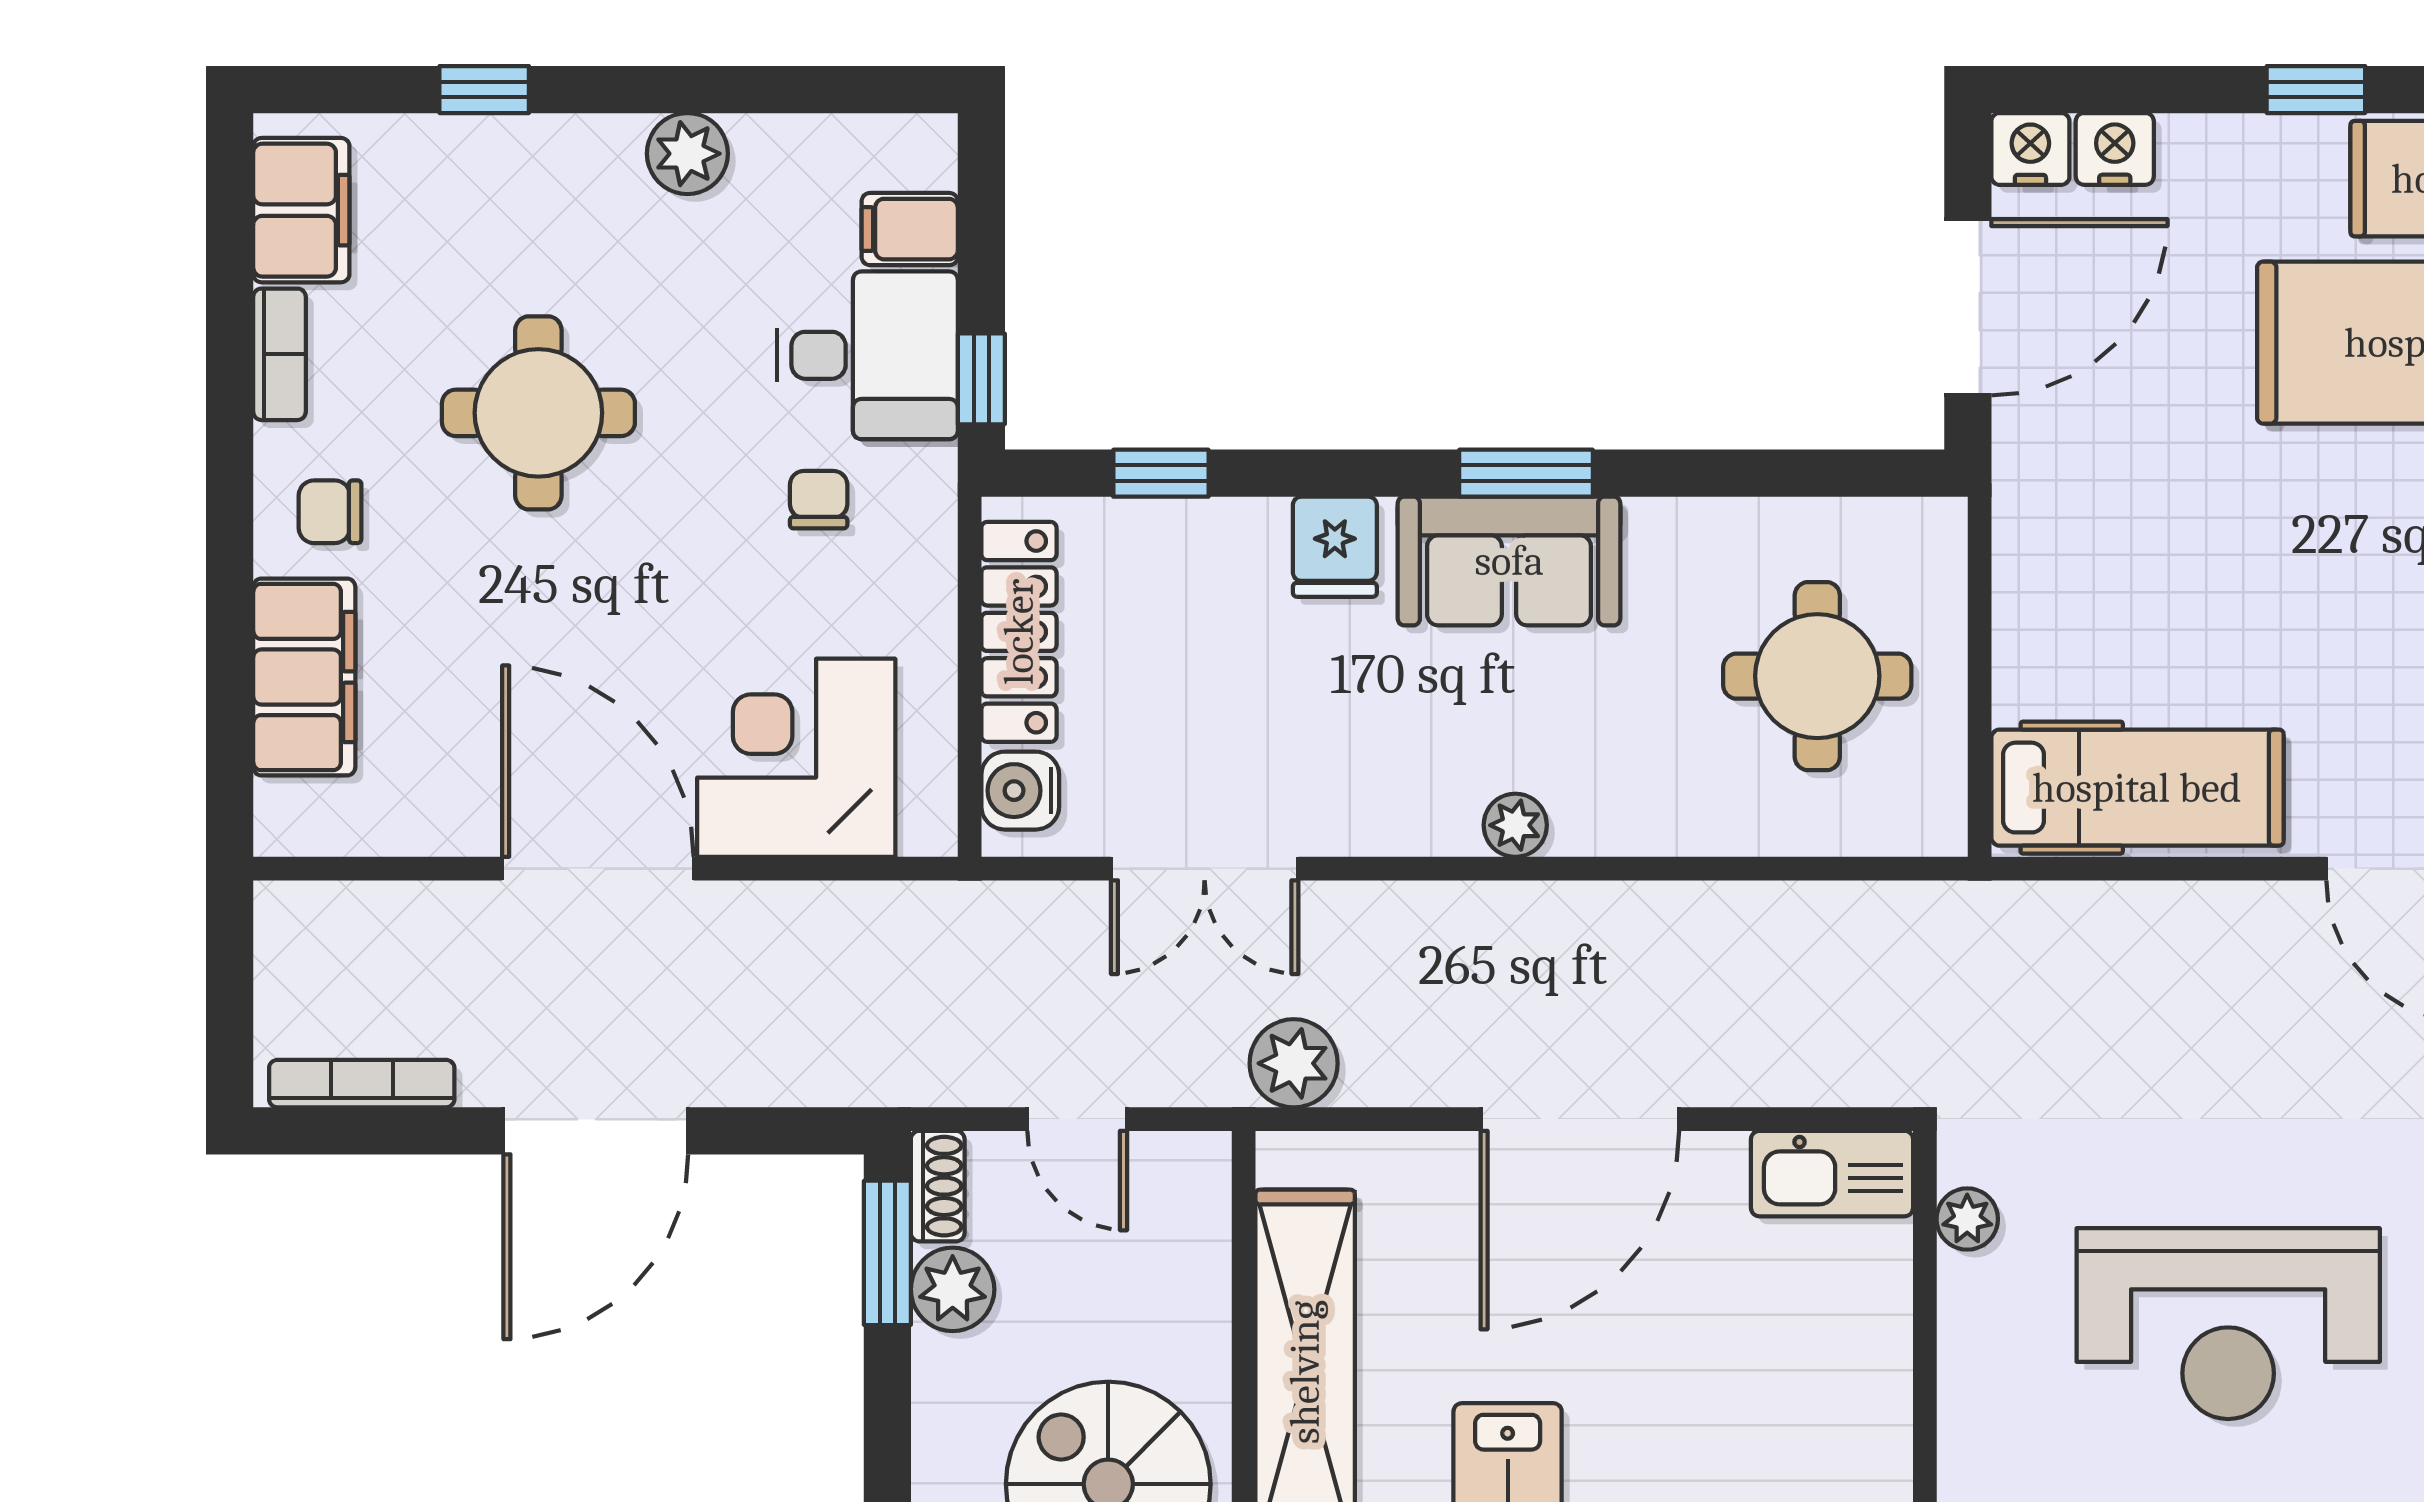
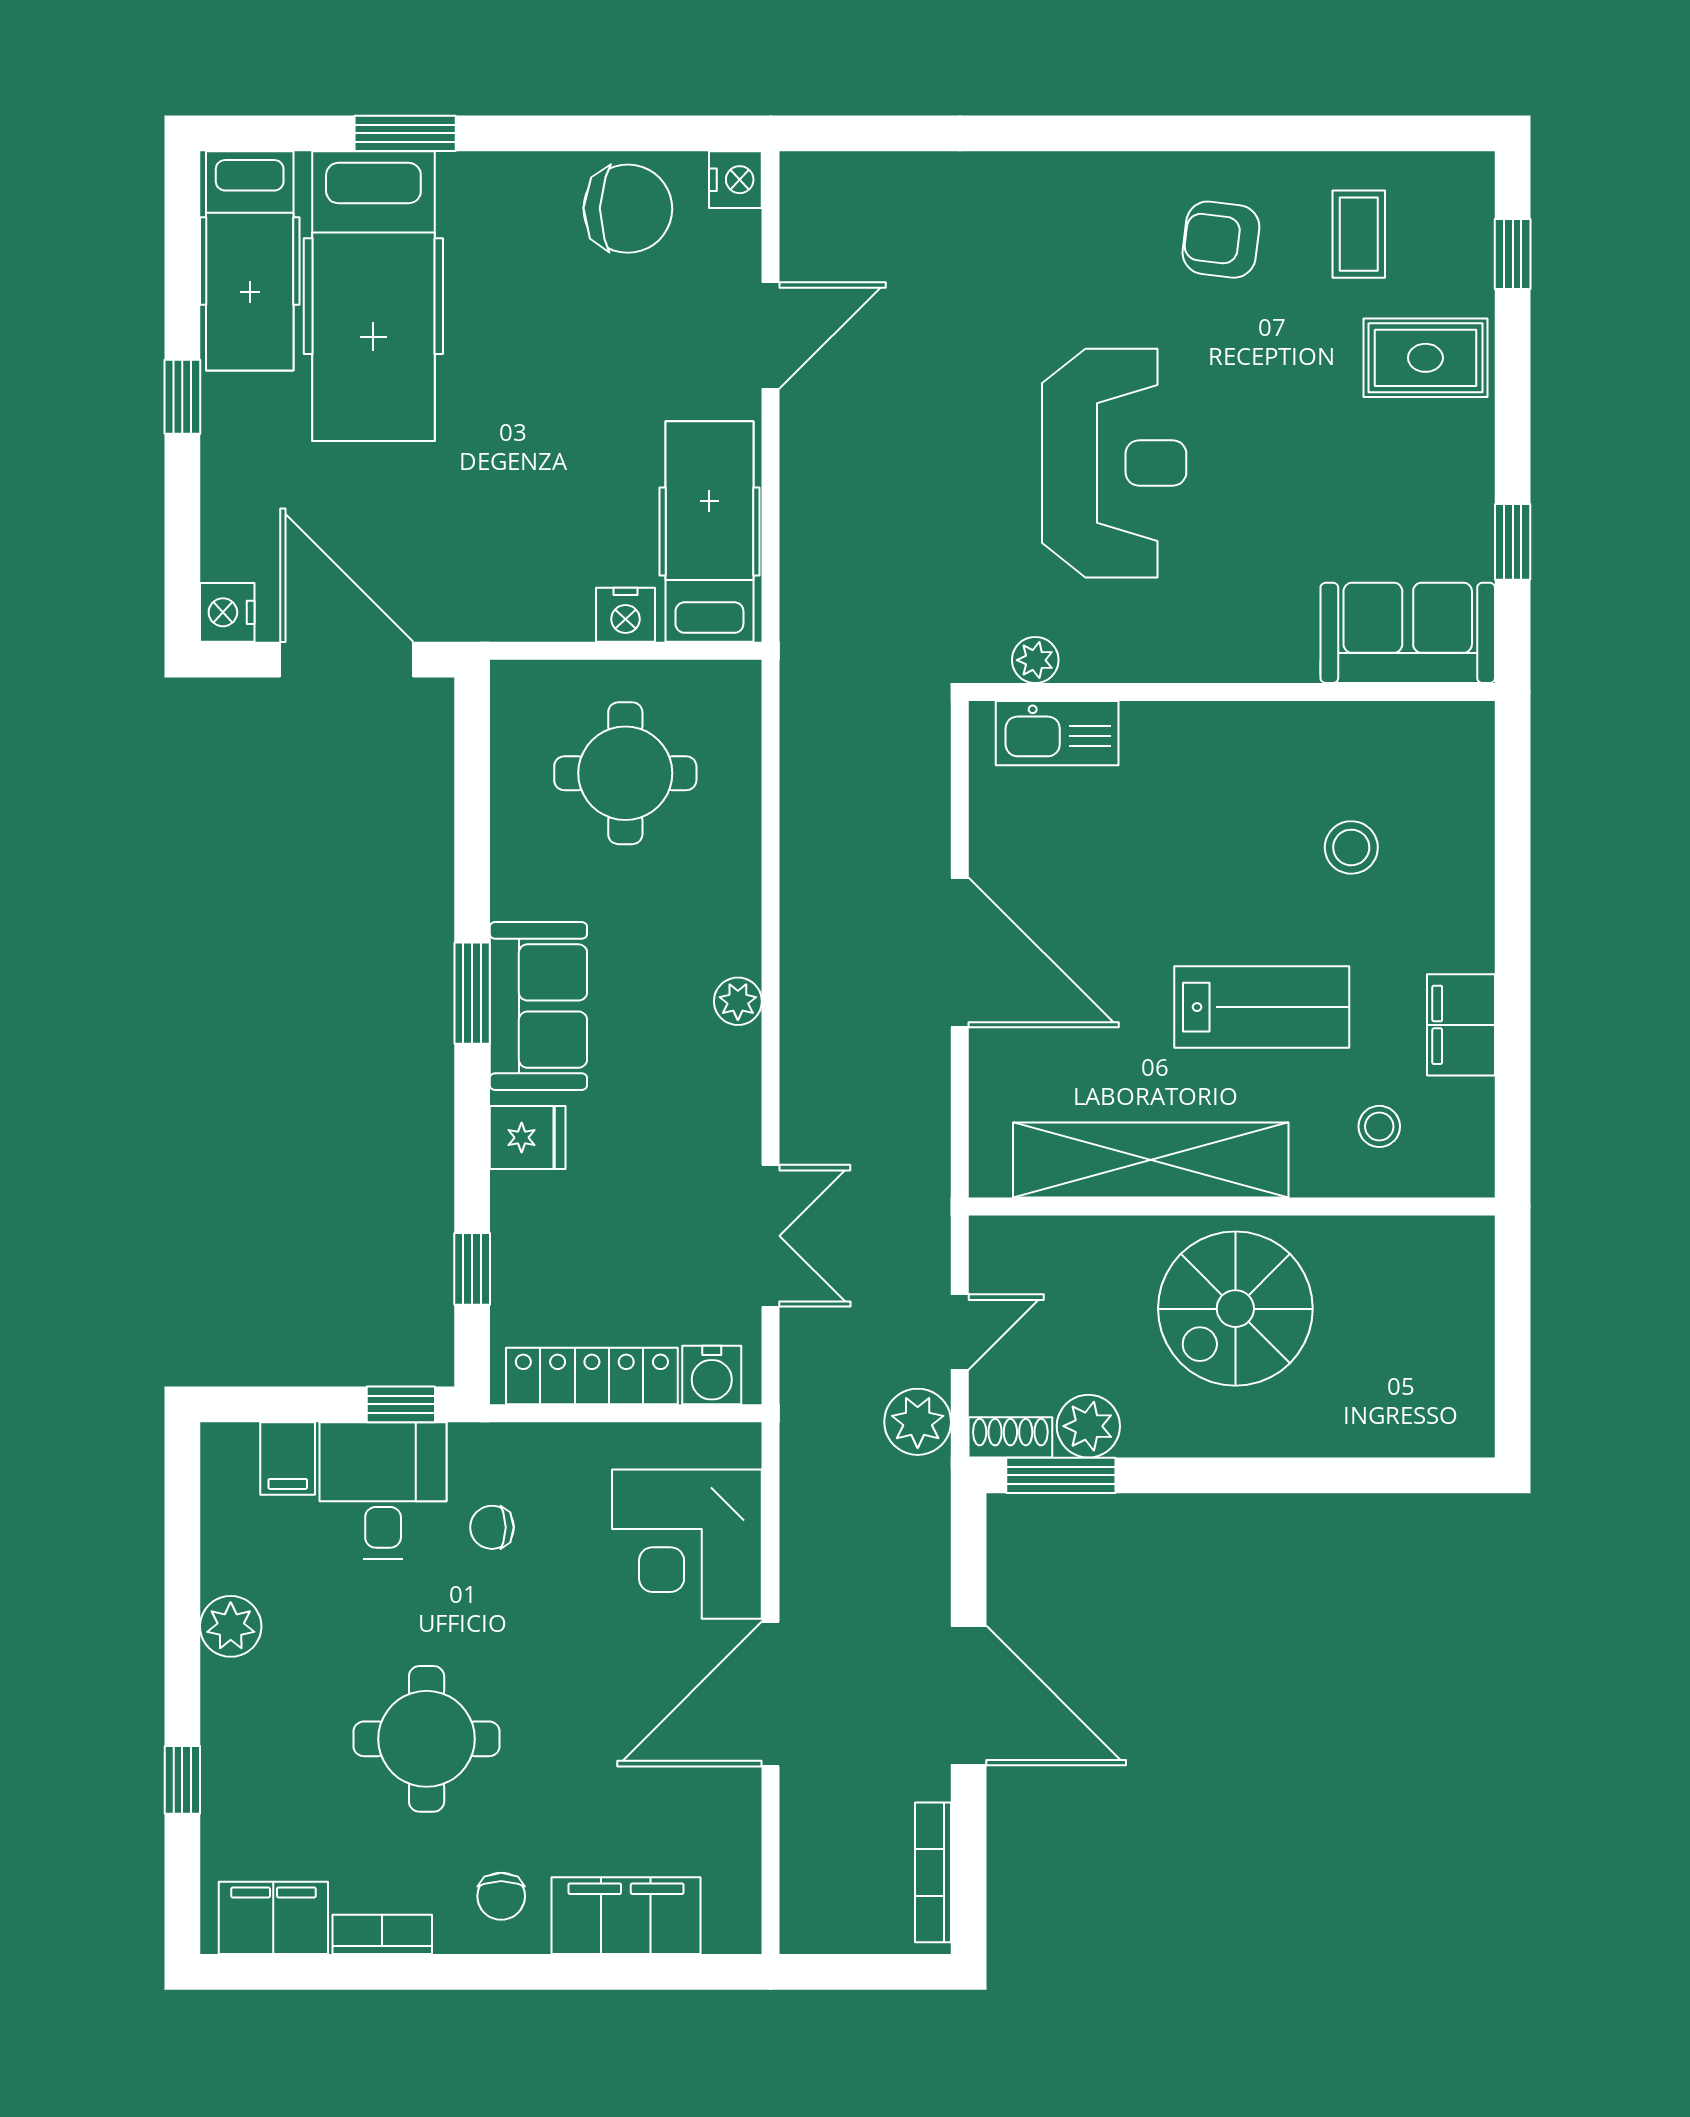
nightstand: (2115, 149) -> (625, 615), moved, turned -90
plant: (1294, 1063) -> (918, 1422), moved
kitchen sink: (1832, 1174) -> (1057, 733), moved, turned 90

